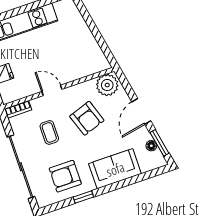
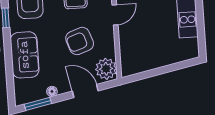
door: (141, 111) -> (85, 91), moved
floor lamp: (151, 146) -> (52, 91), moved

